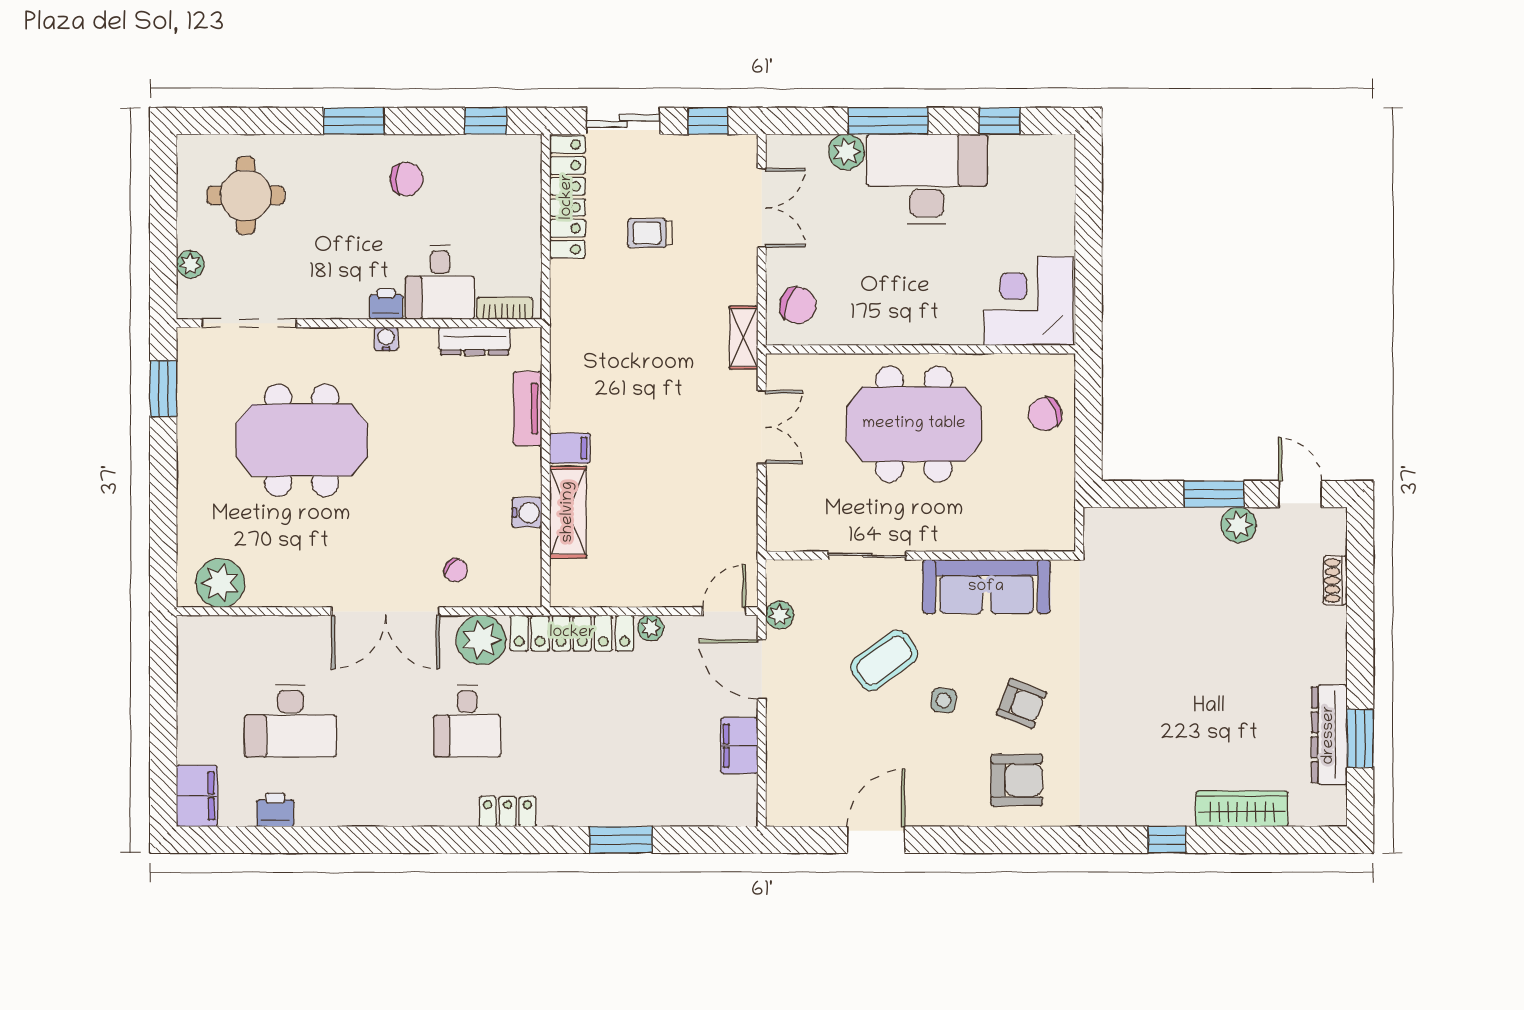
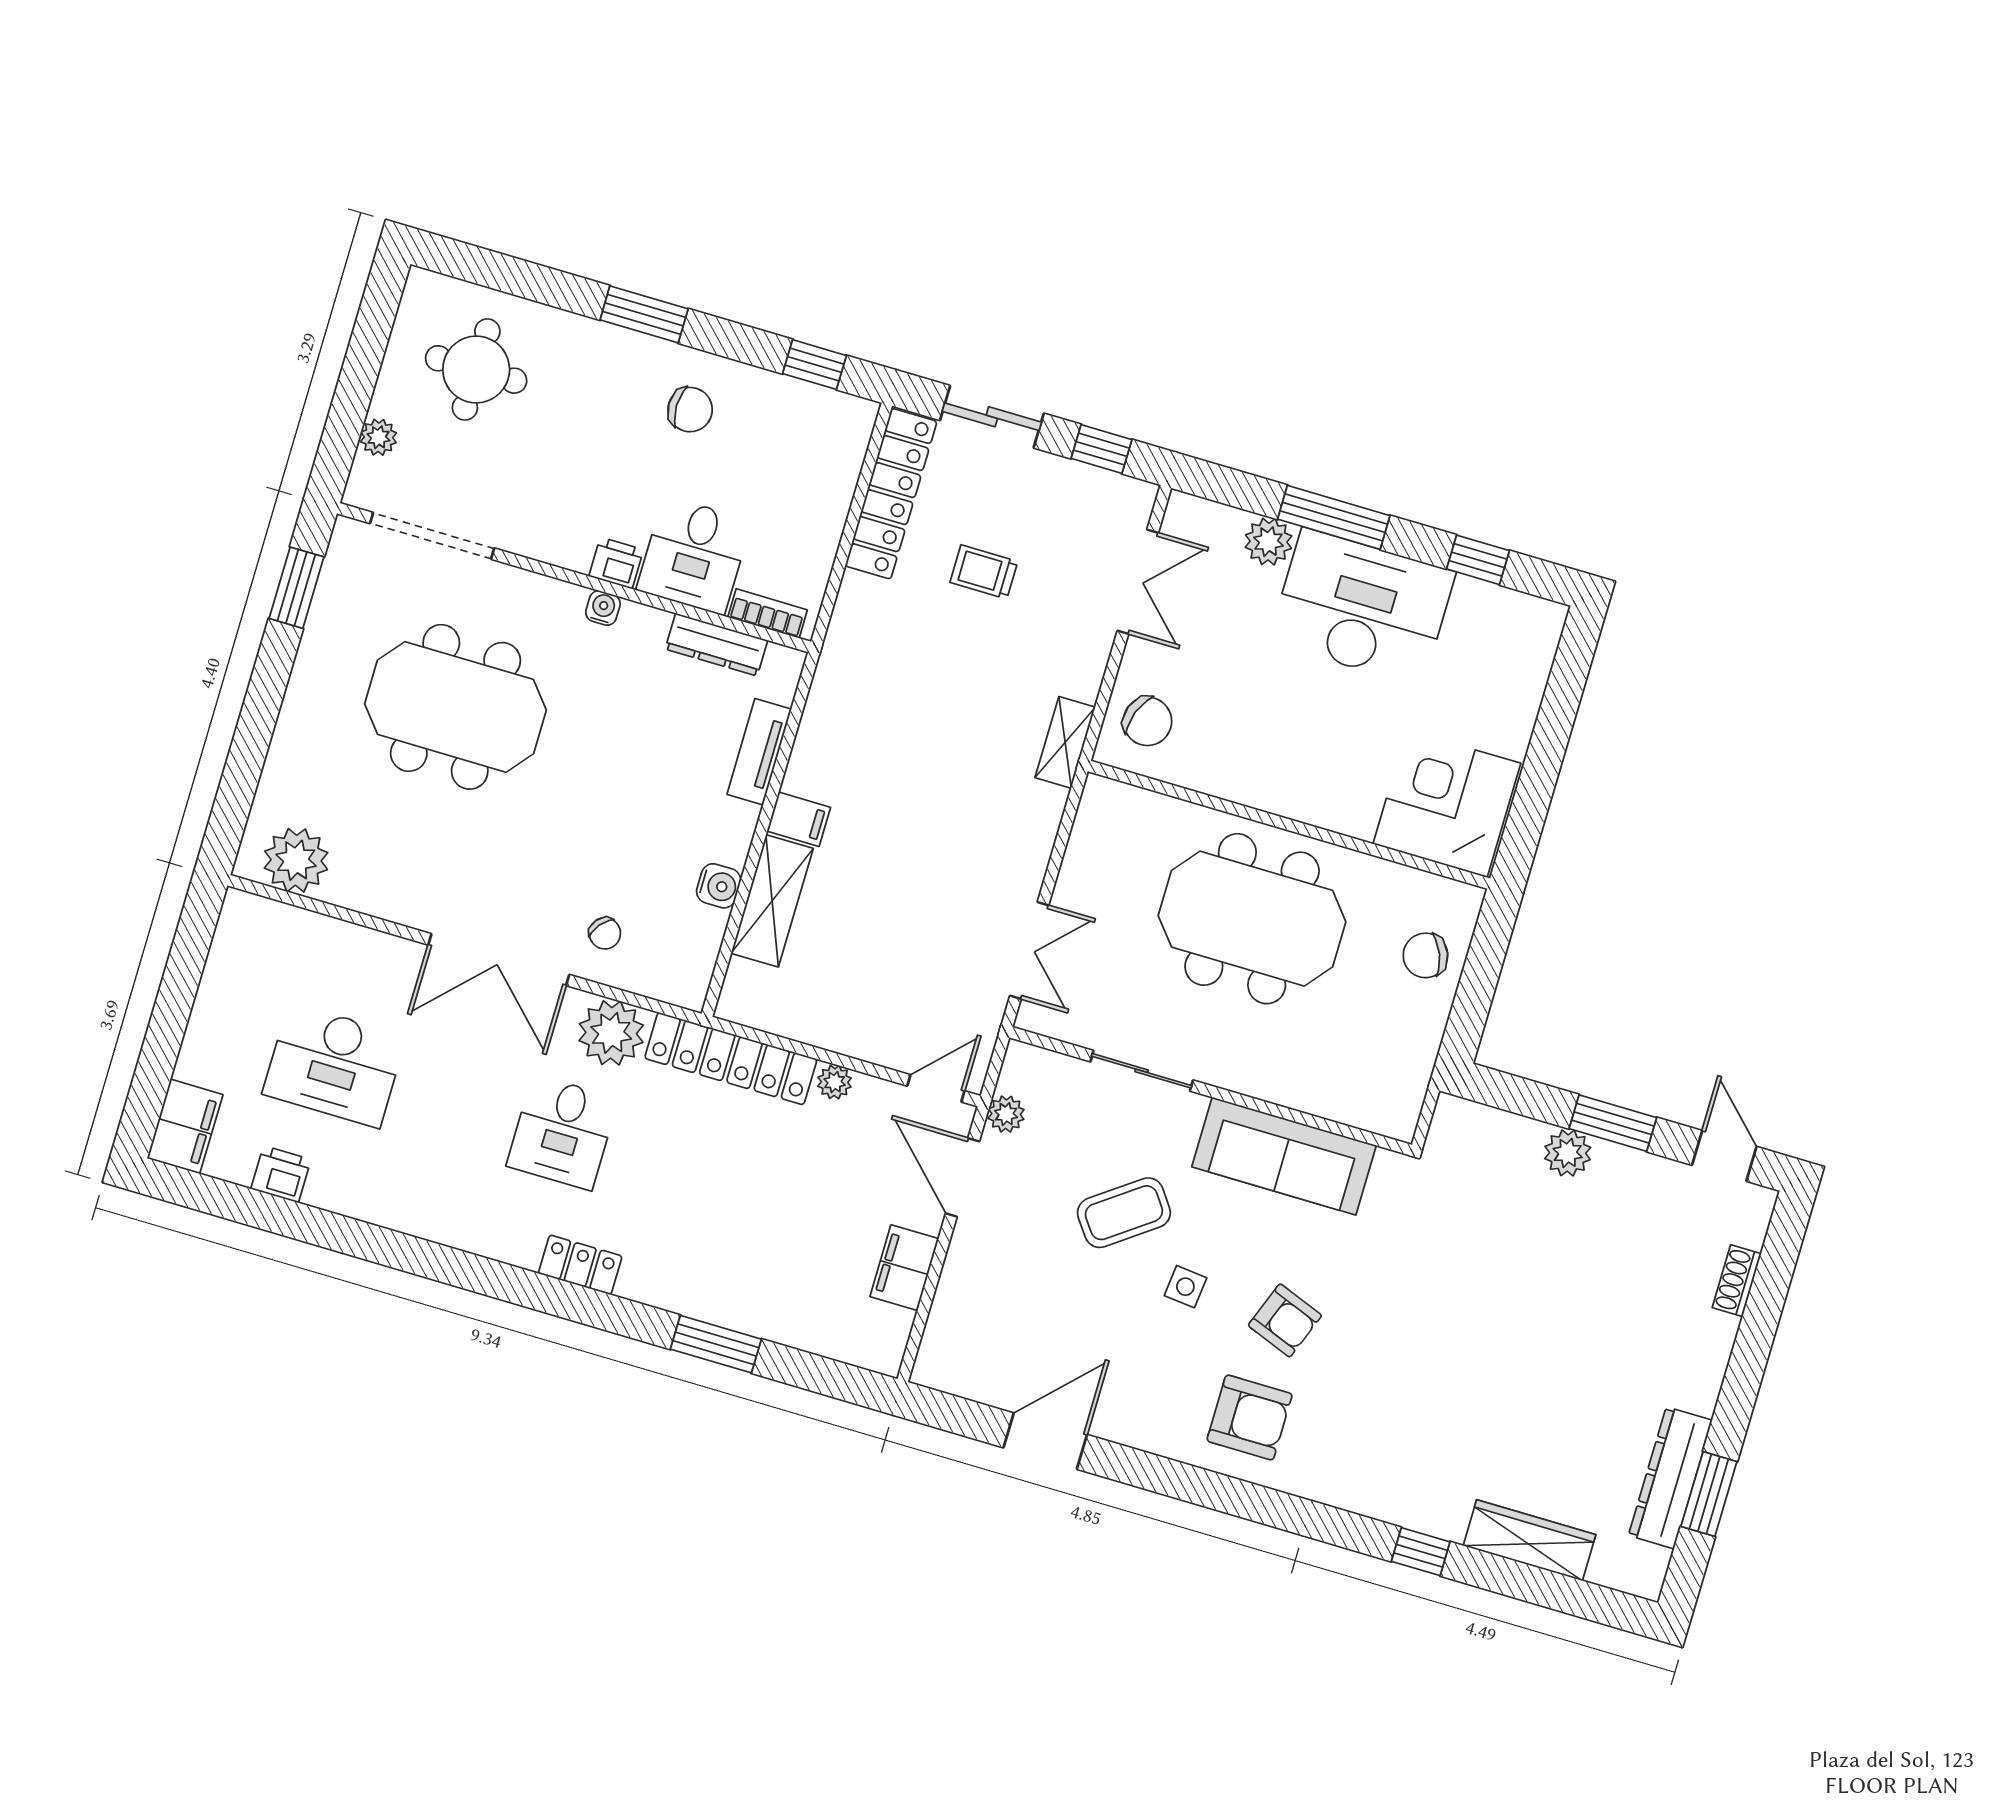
double door: (762, 427) -> (1029, 950), moved
plant: (1239, 525) -> (1568, 1153), moved

